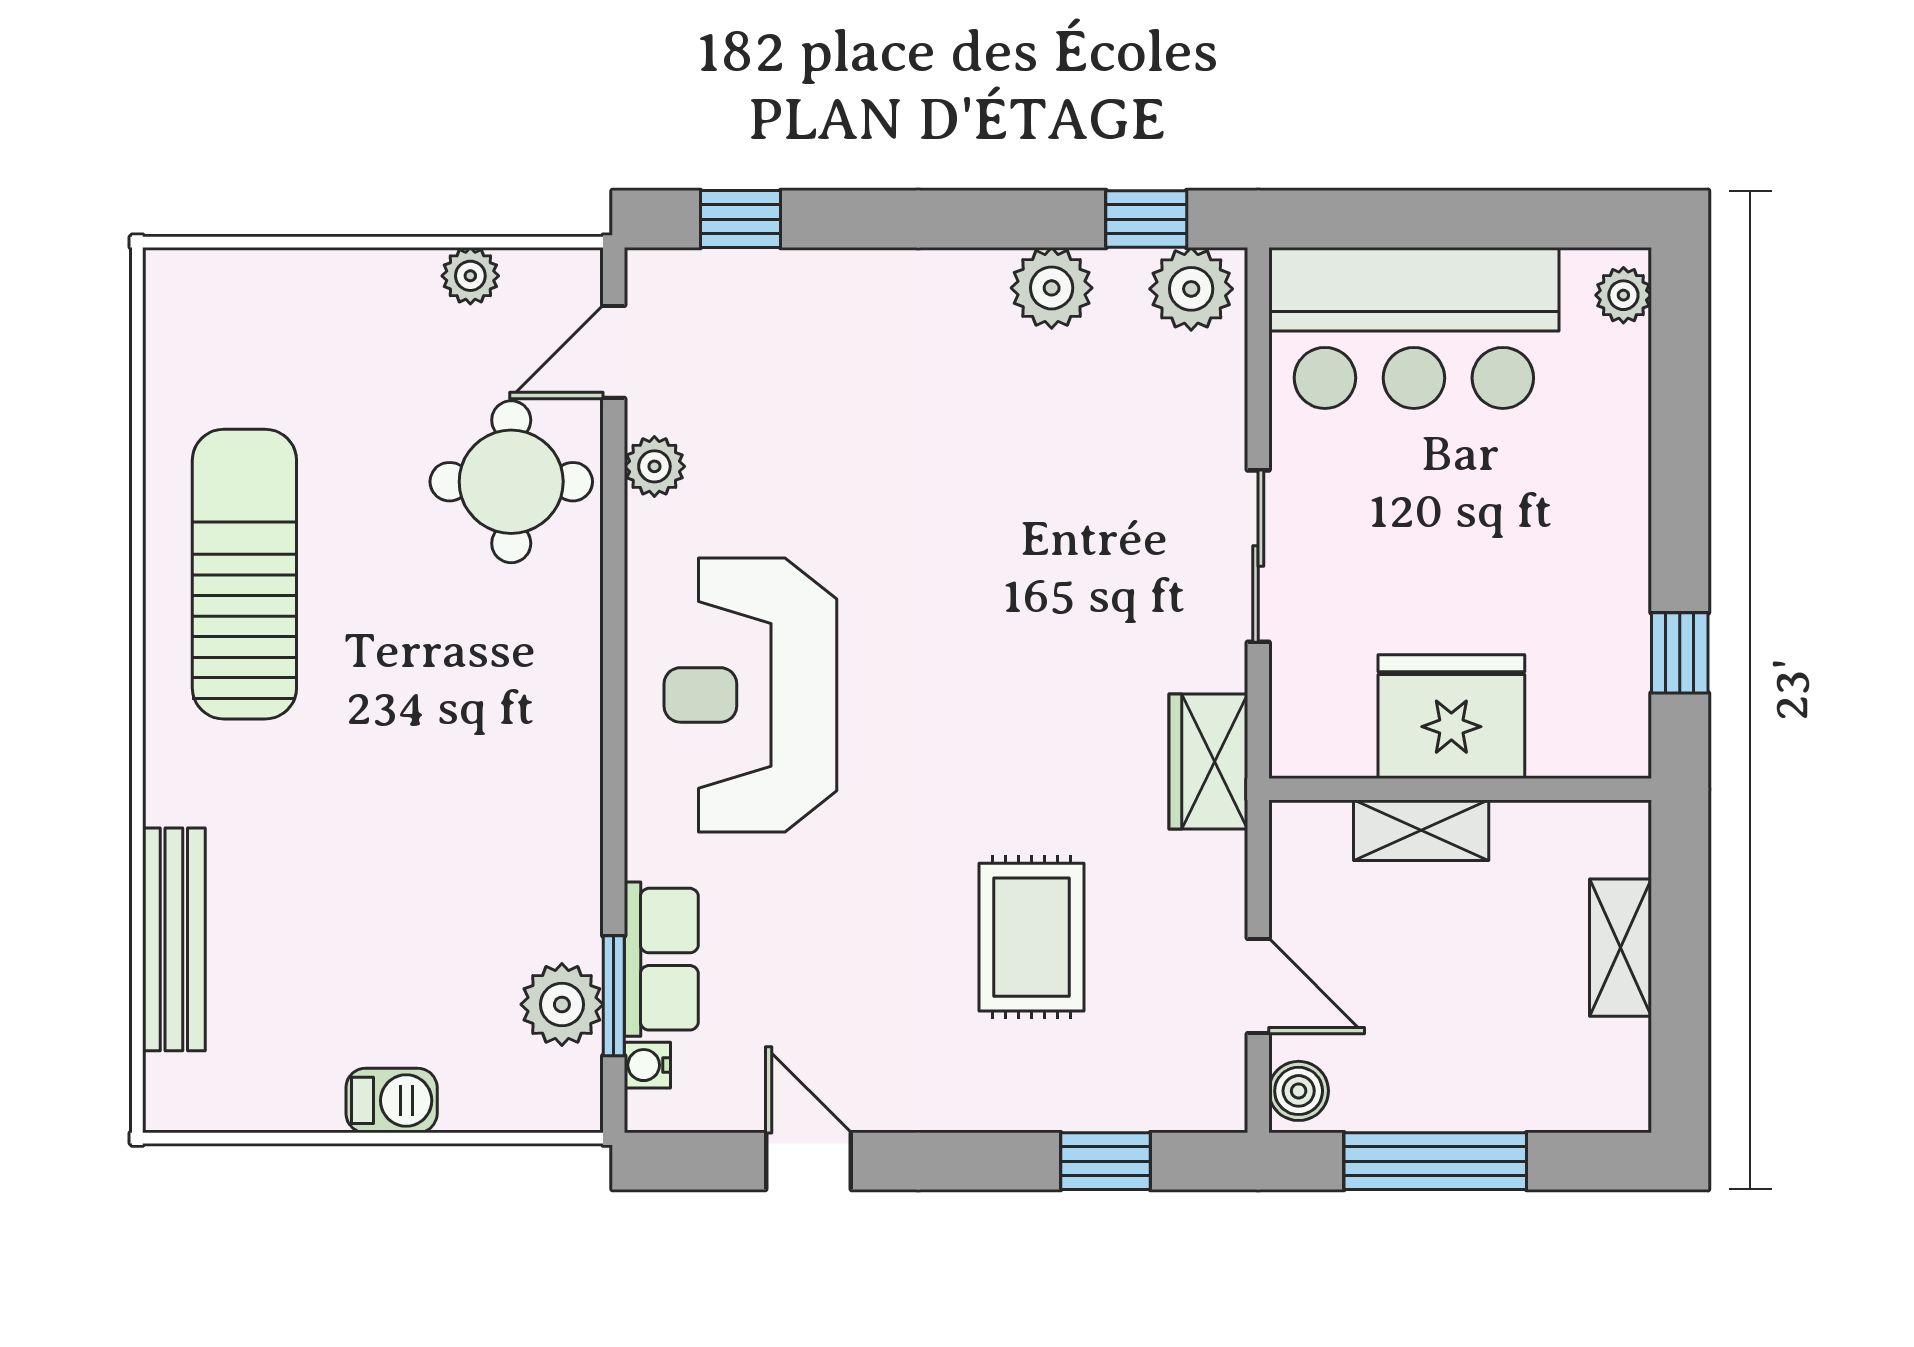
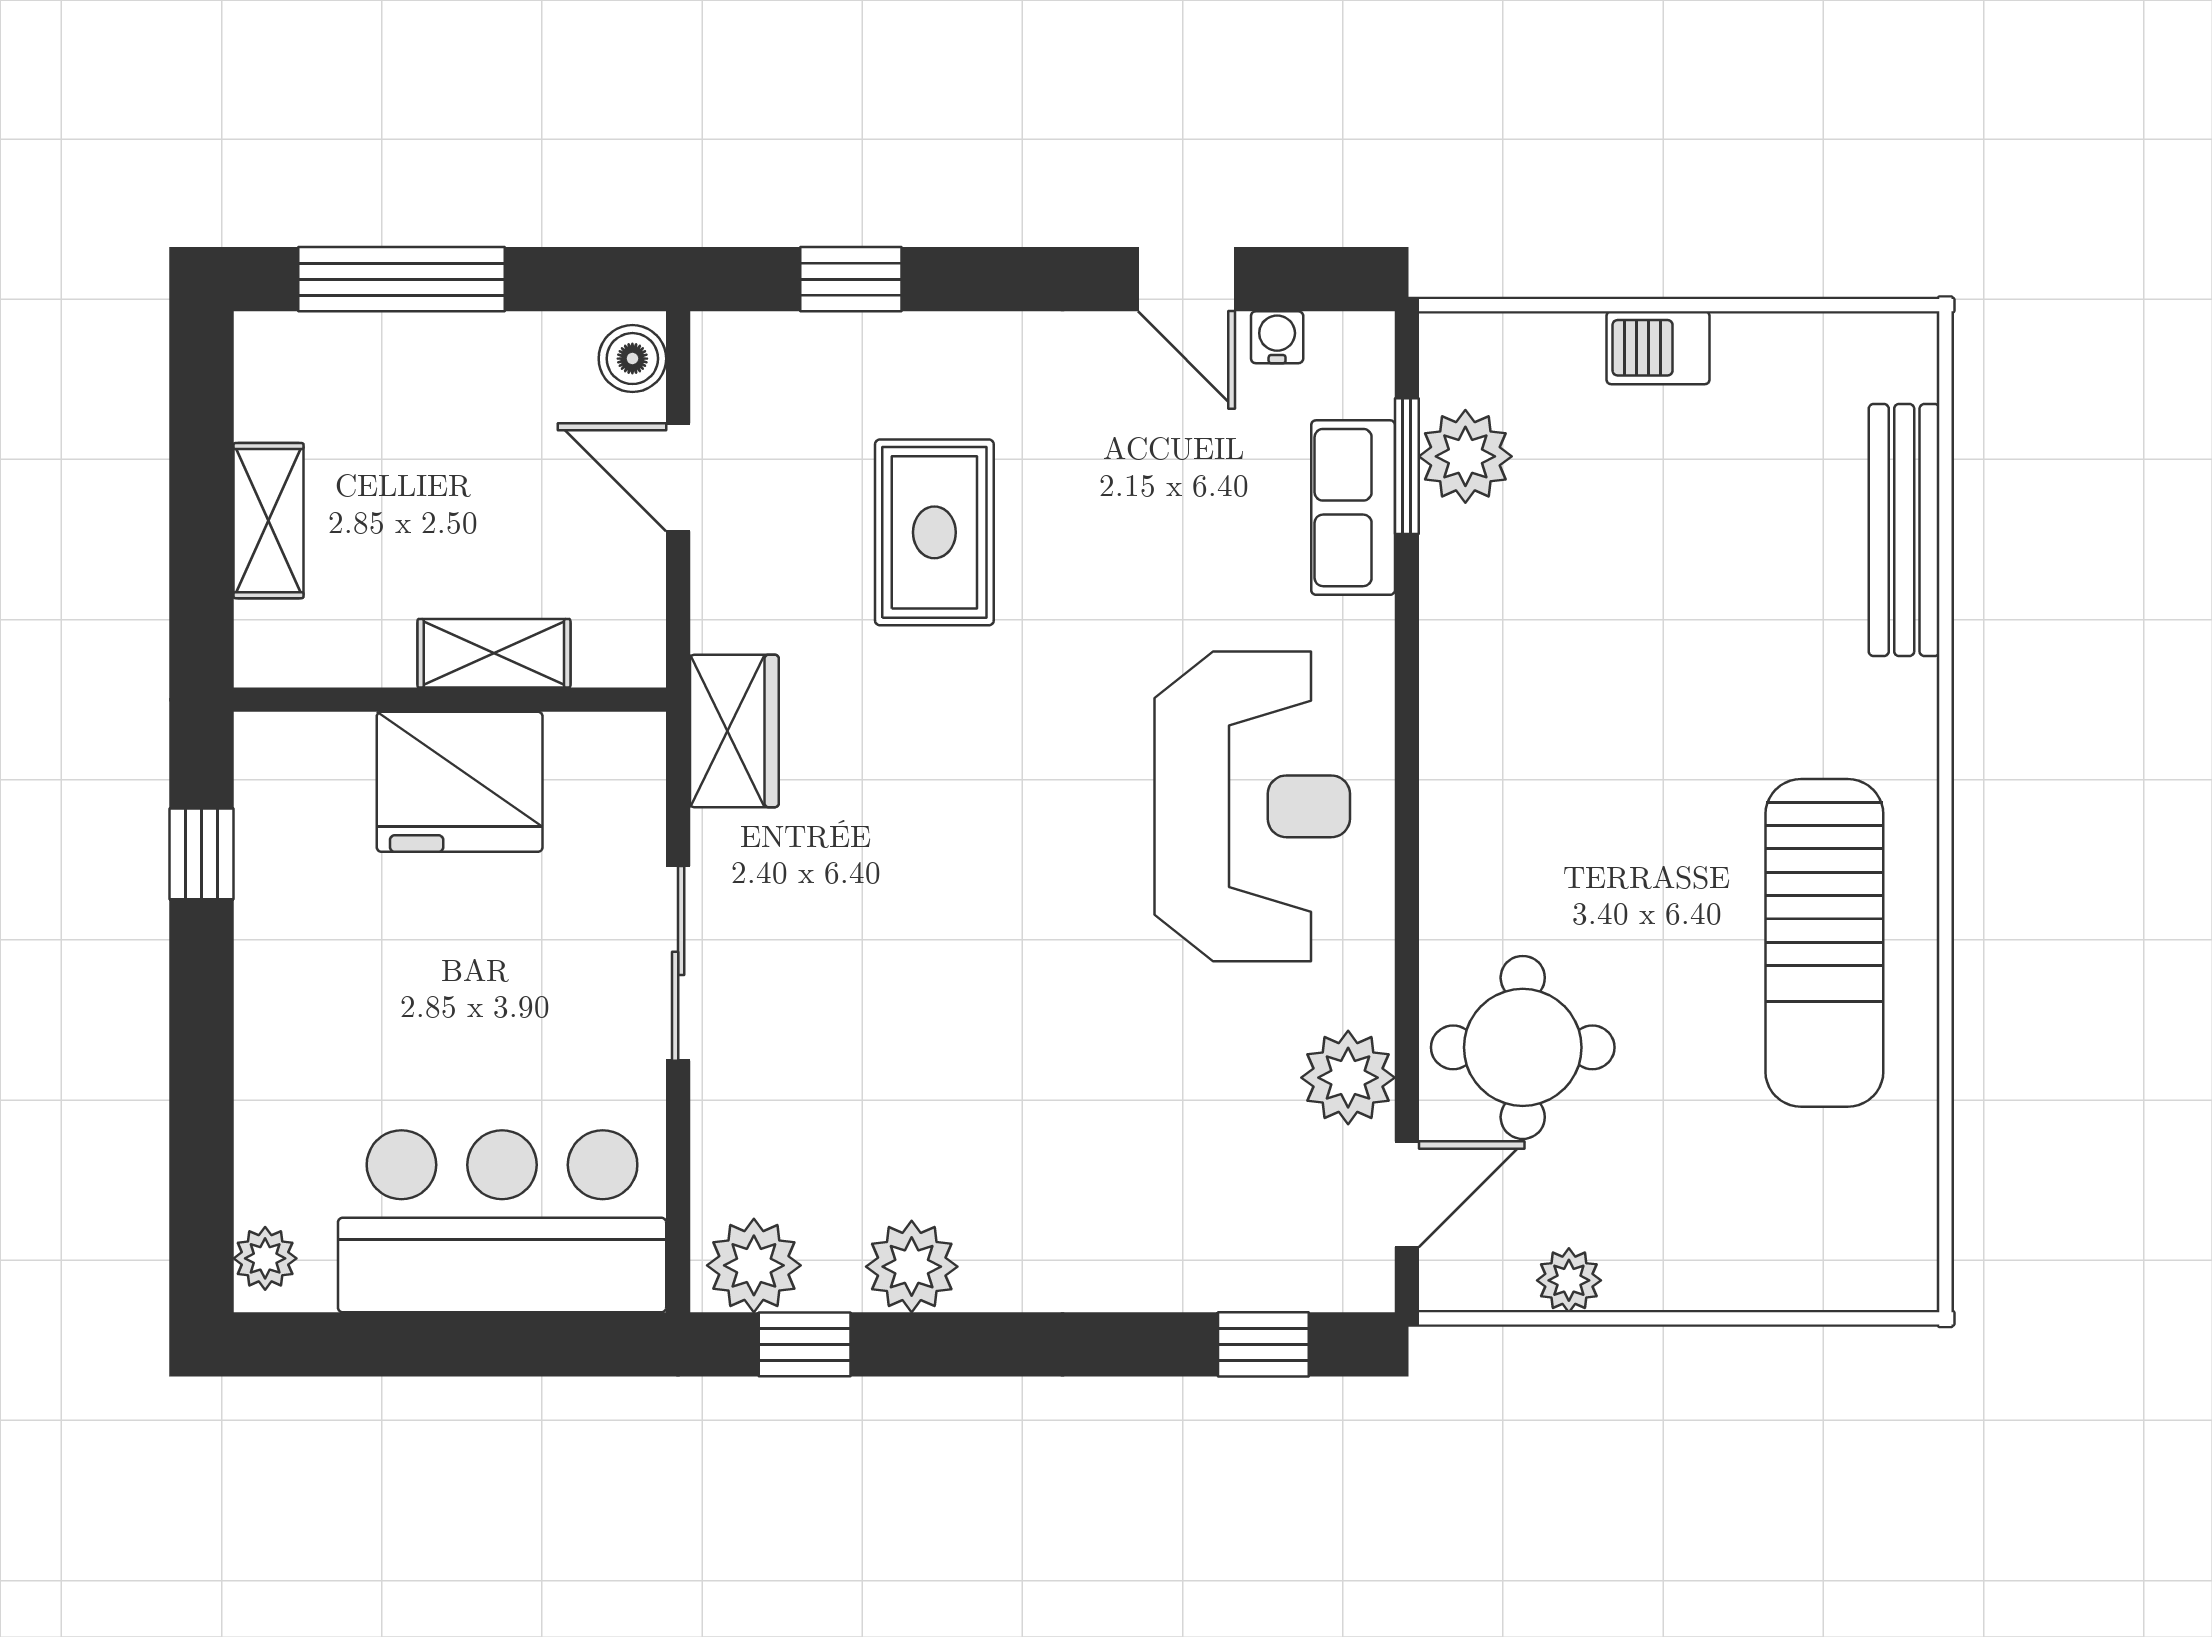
plant: (654, 466) -> (1348, 1078), width x1.38, depth x1.38
water cooler: (647, 1065) -> (1277, 337), moved, turned -90
window: (1435, 1161) -> (401, 279), moved

